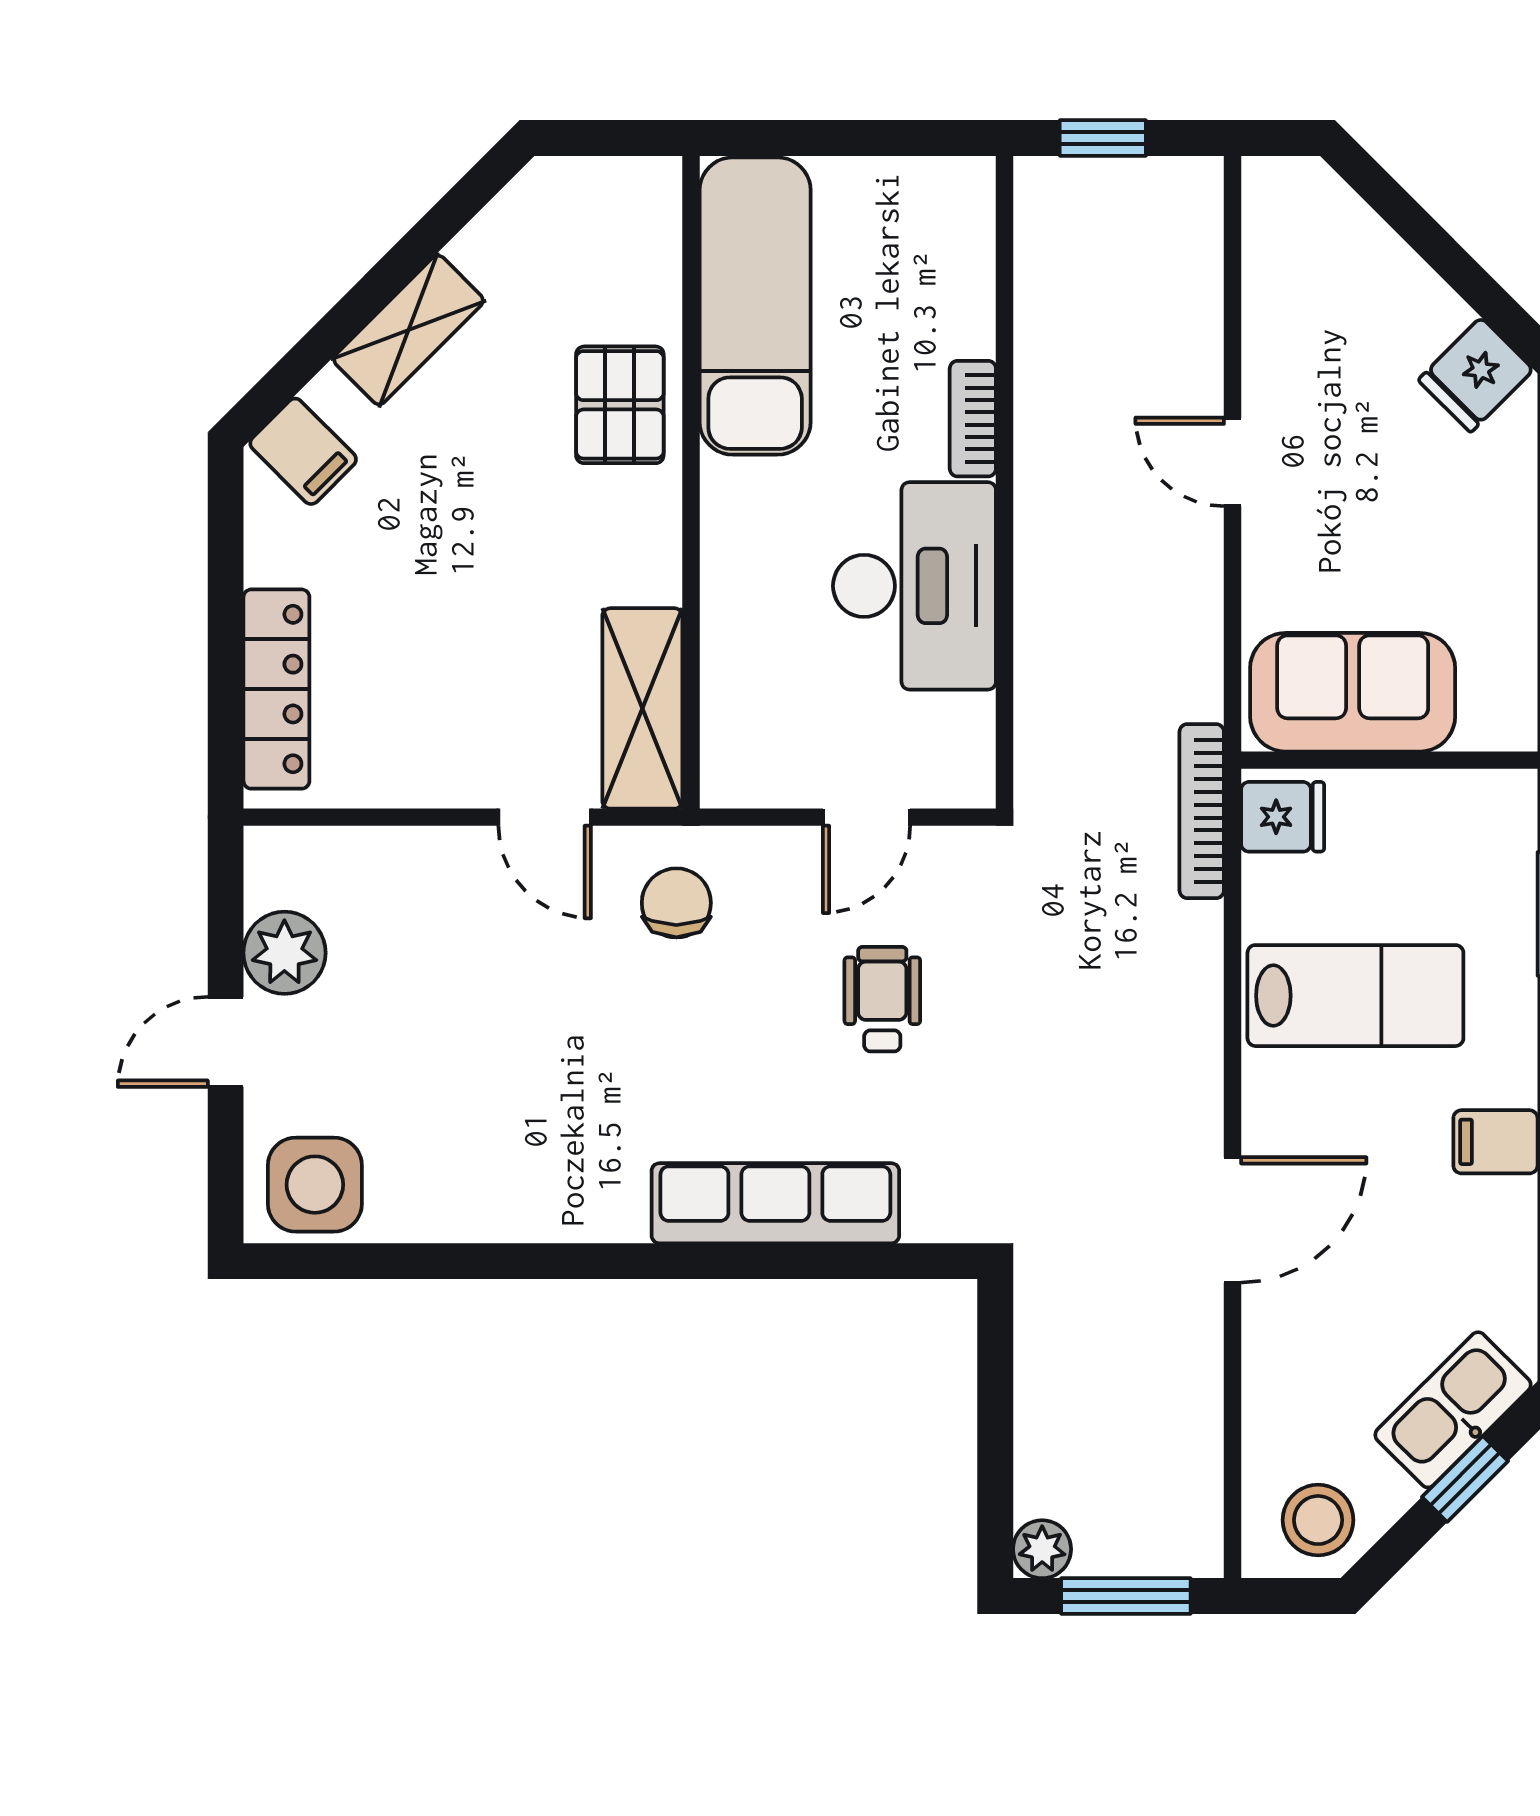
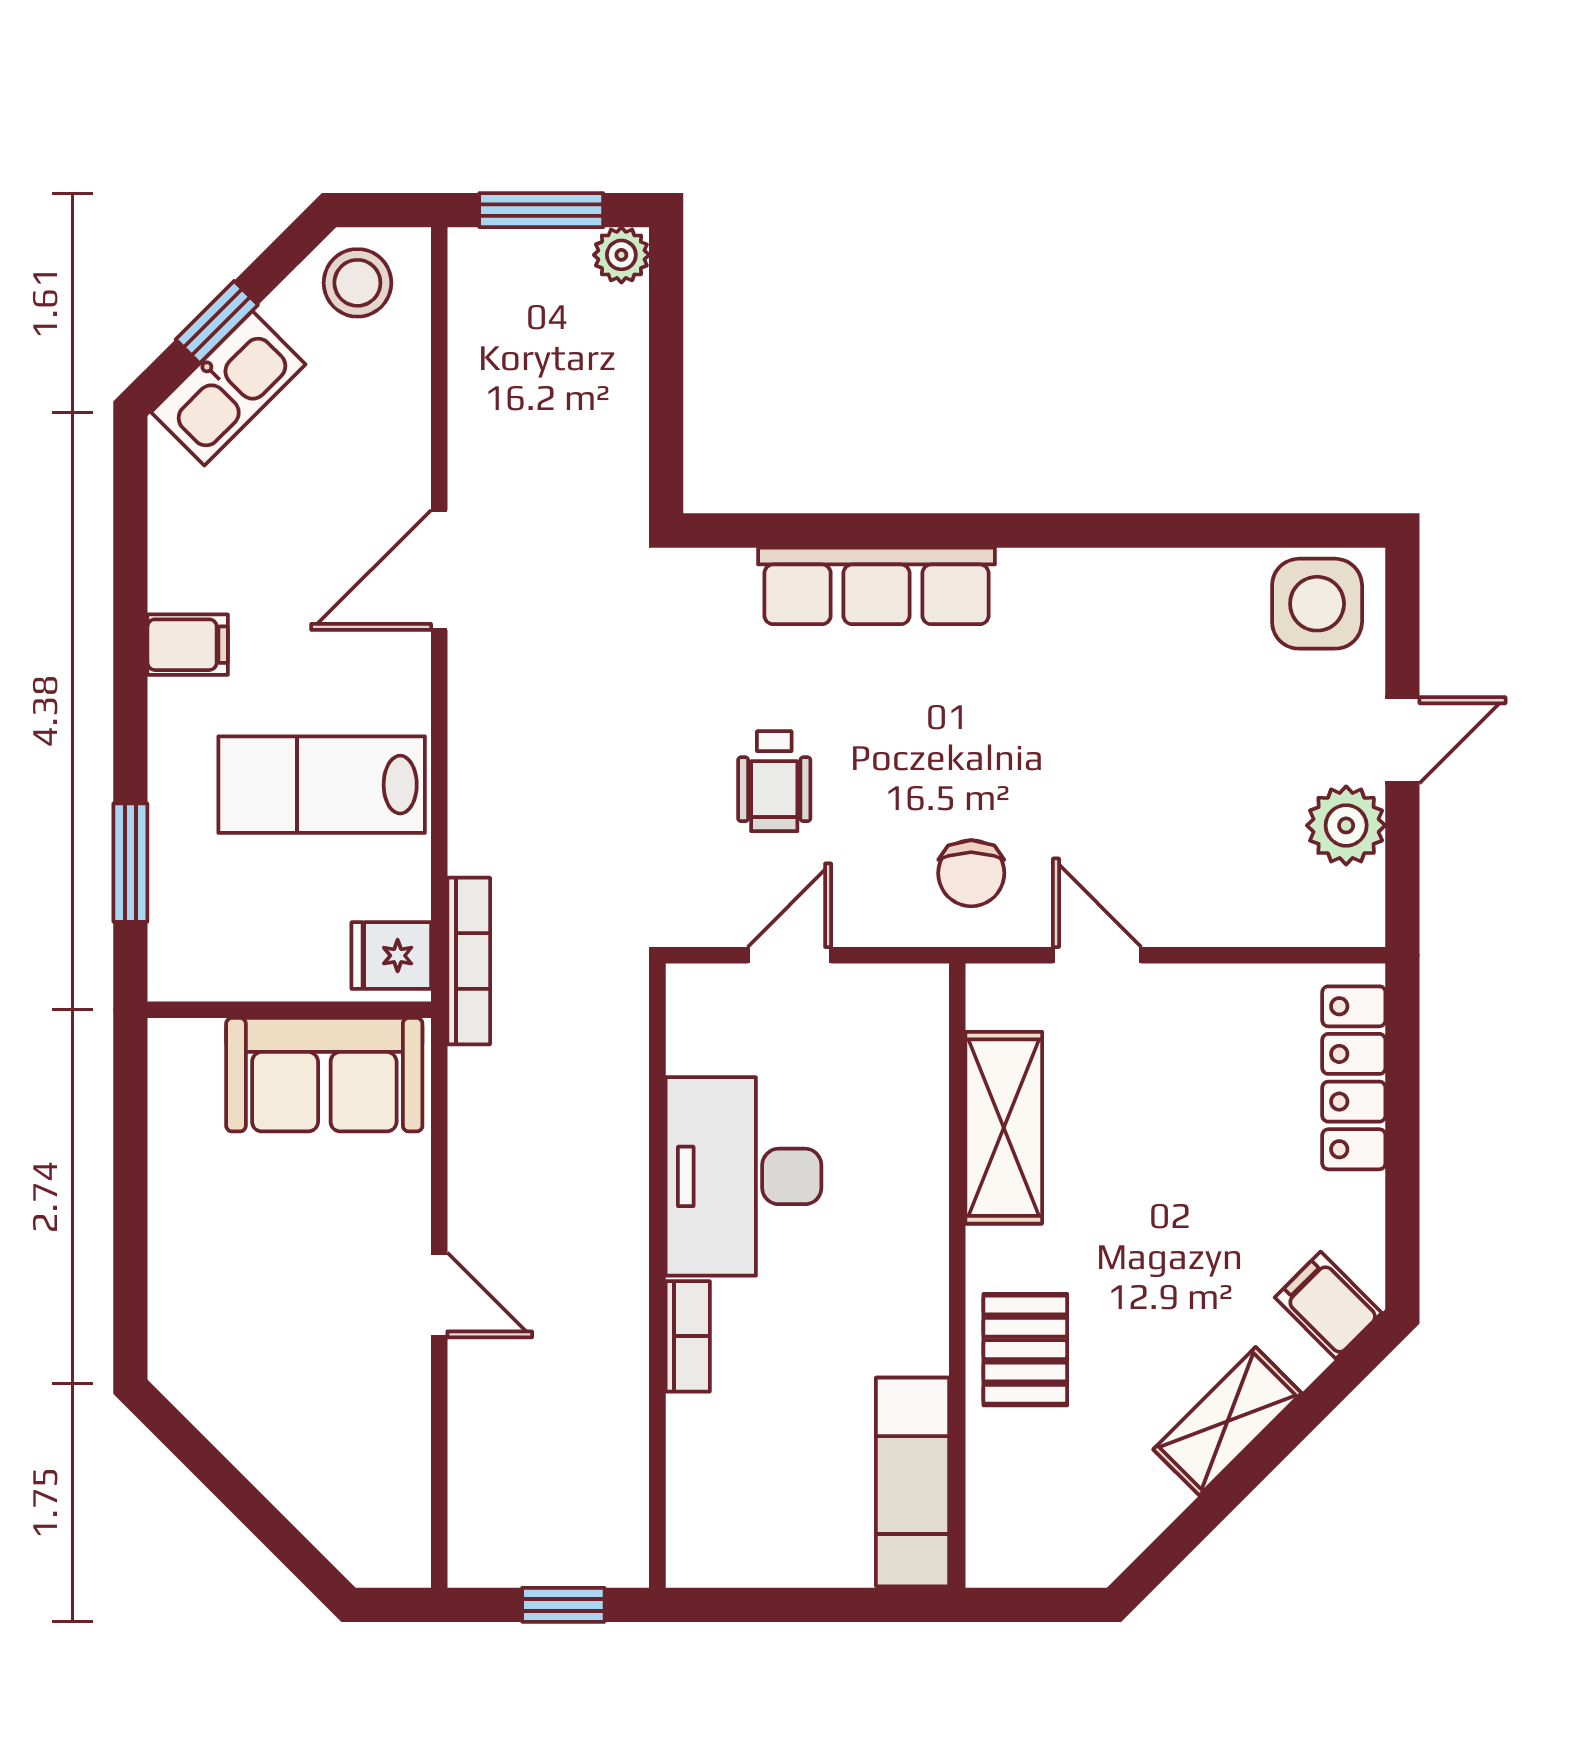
exam couch: (755, 306) -> (913, 1482), width x0.73, depth x0.69
fridge: (1476, 375) -> (207, 1378), removed
shelving: (642, 708) -> (1004, 1128), moved

